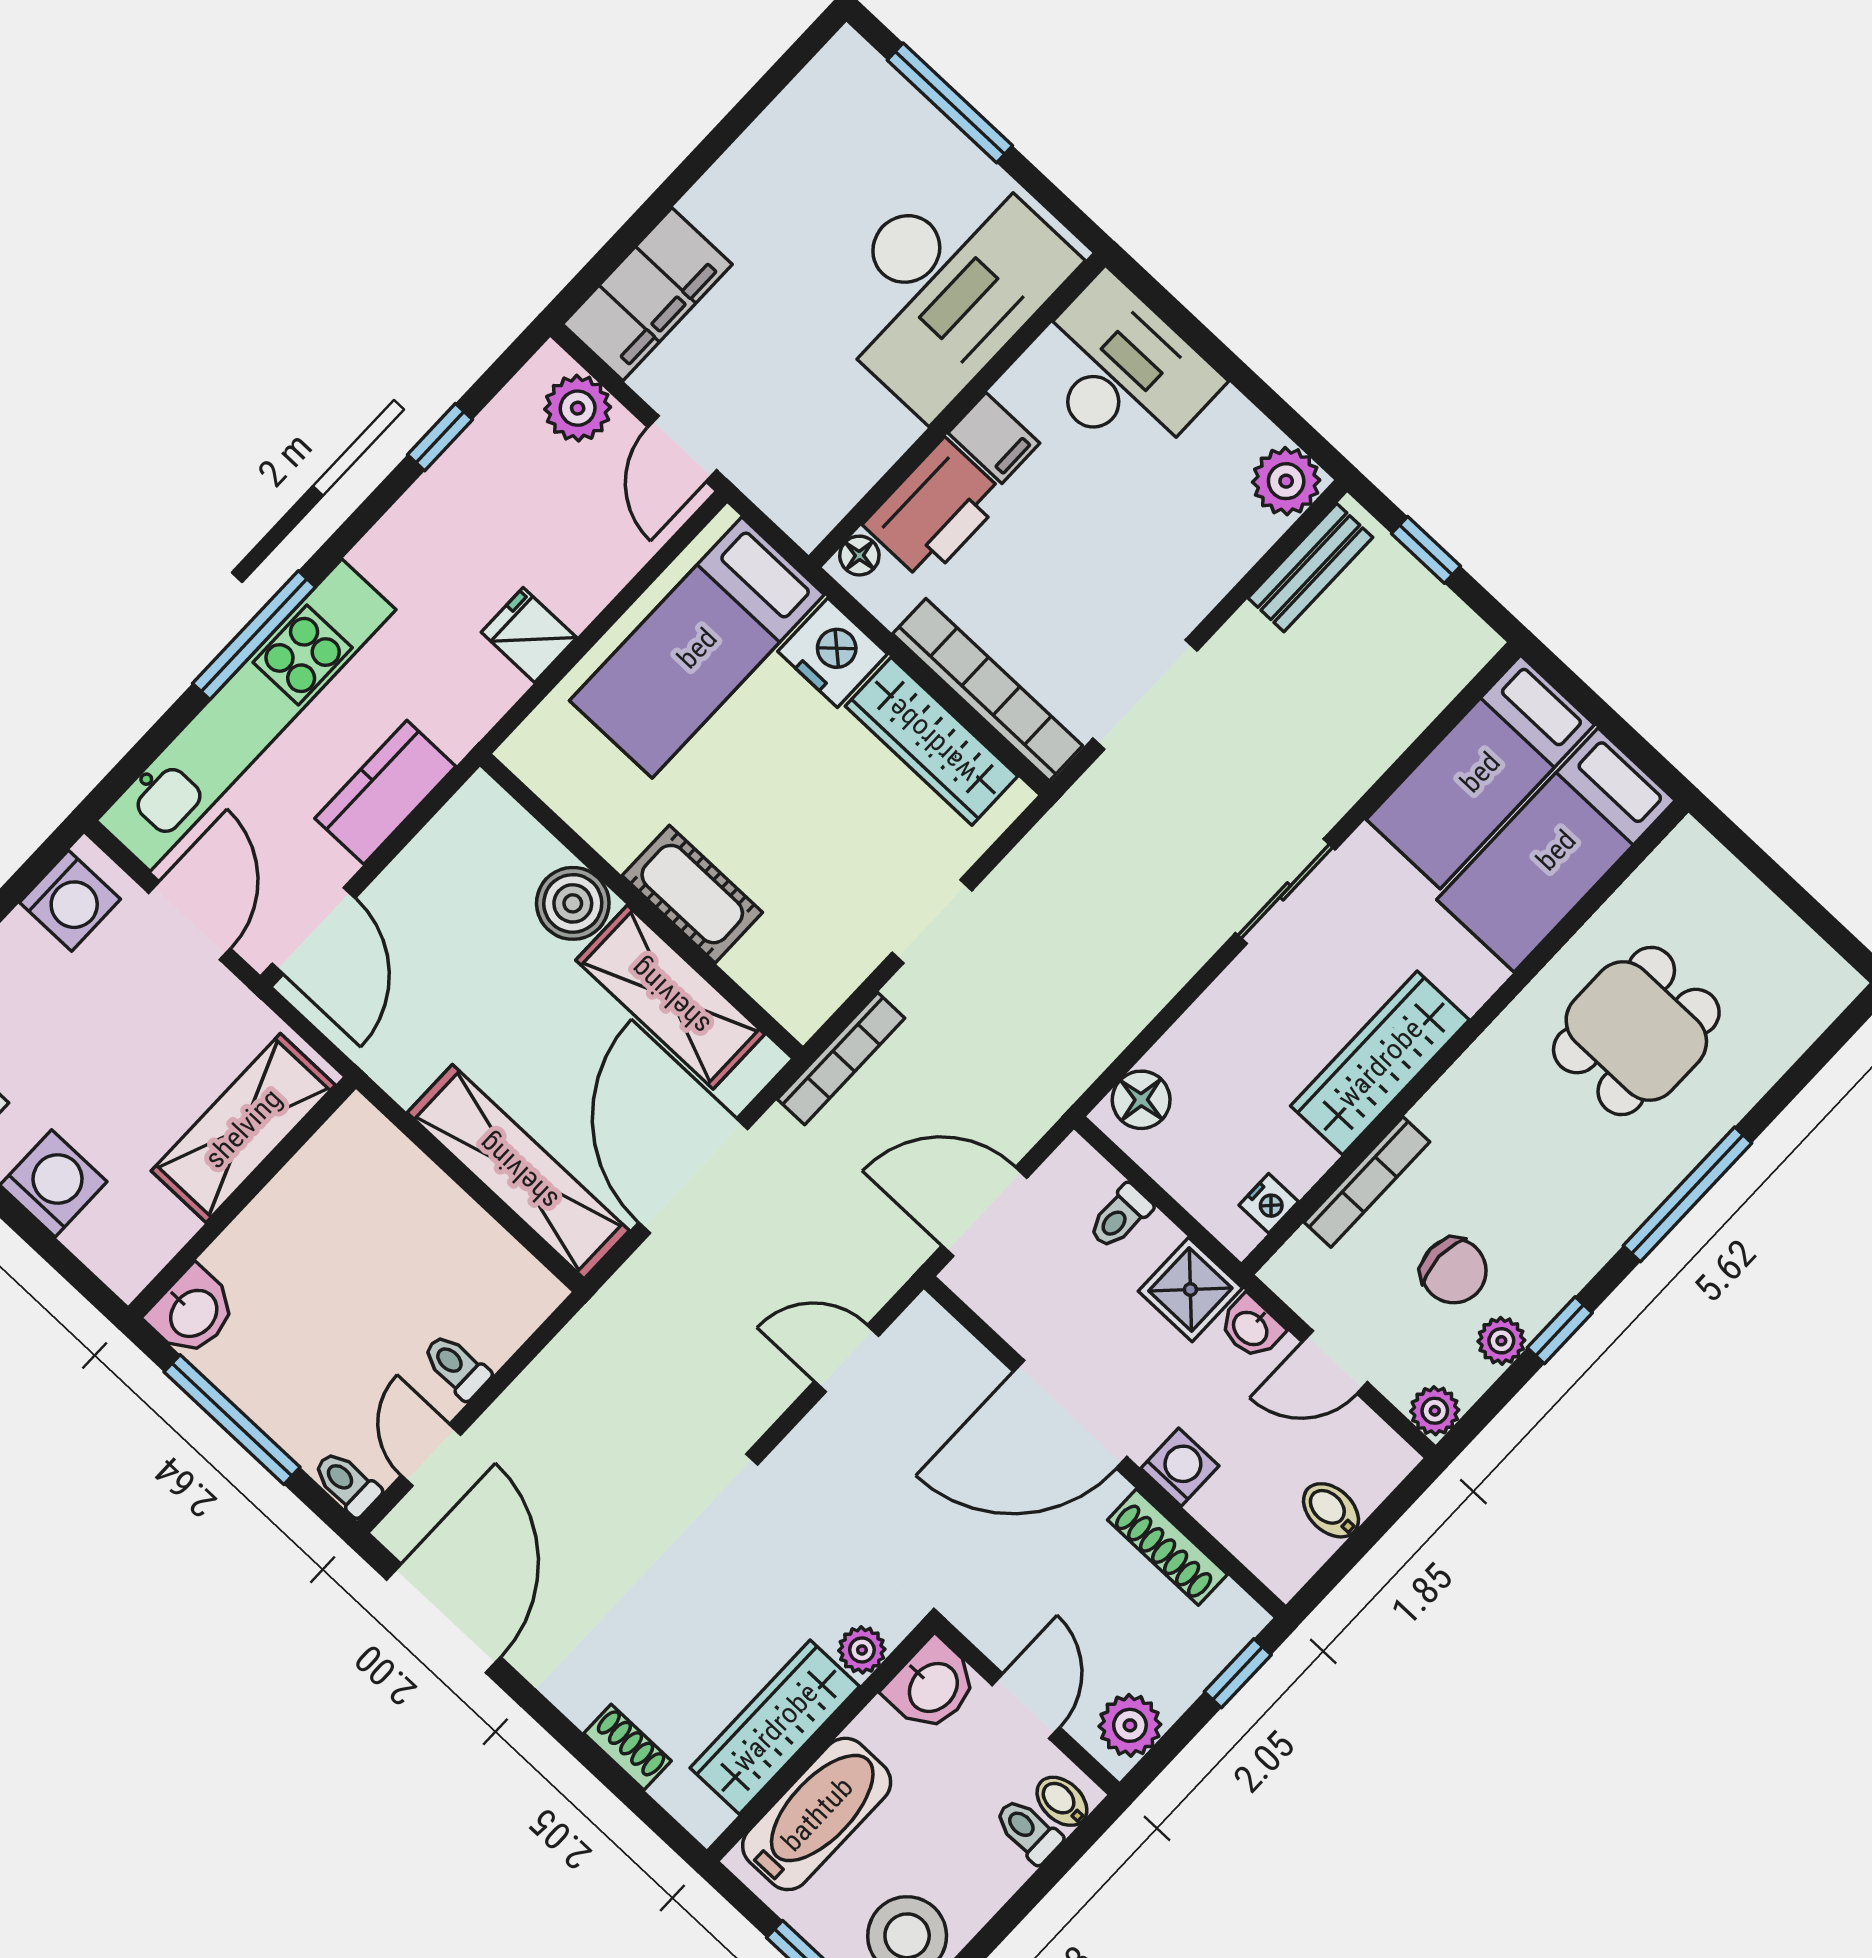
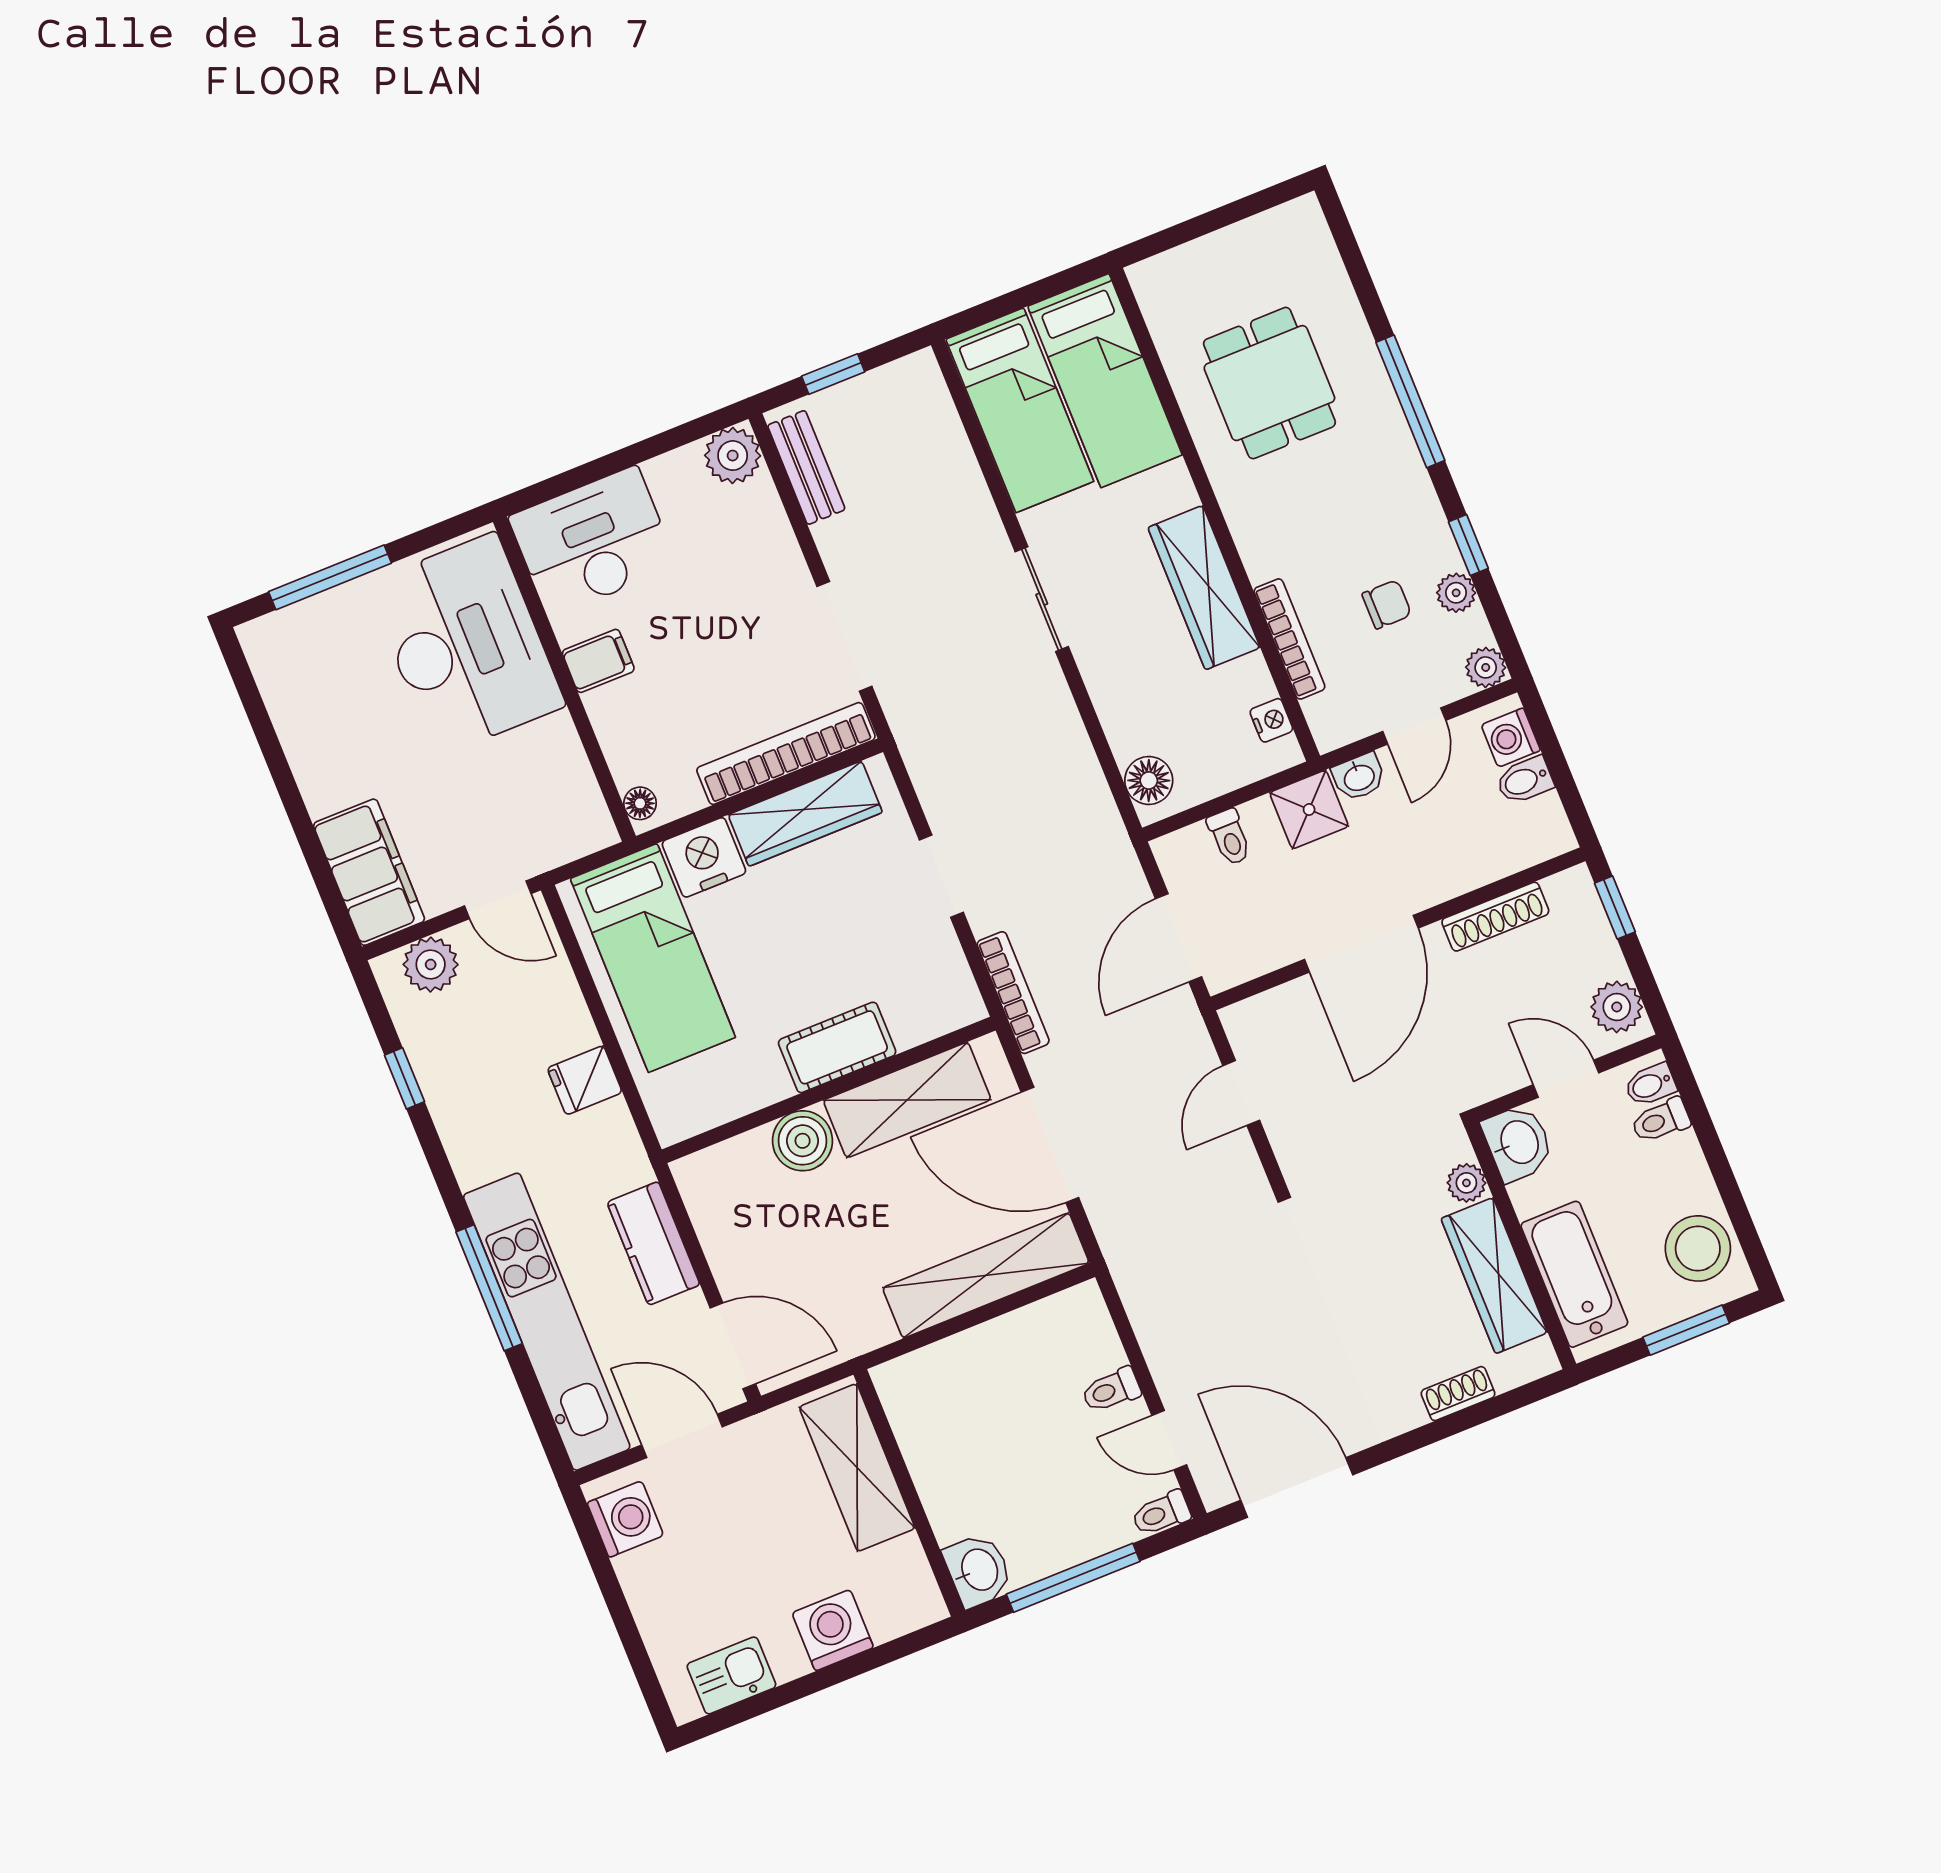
printer: (935, 510) -> (632, 731), removed
chair: (1454, 1271) -> (1387, 604), width x0.73, depth x0.73
washing machine: (1180, 1467) -> (1511, 738), moved, turned -90

